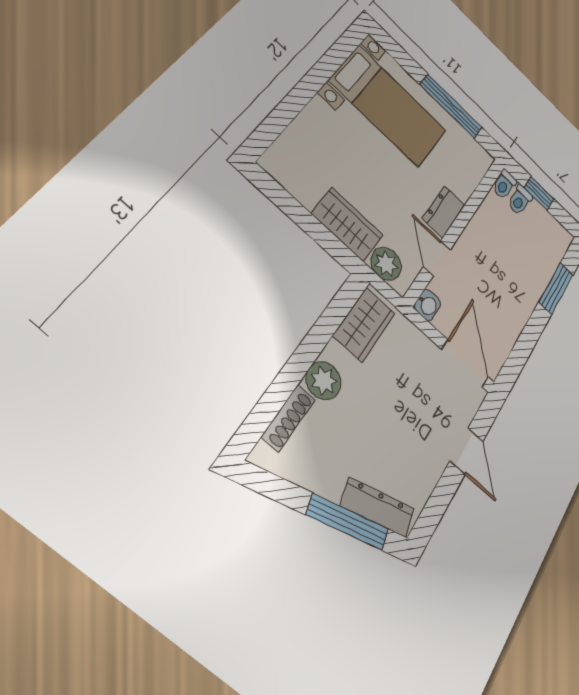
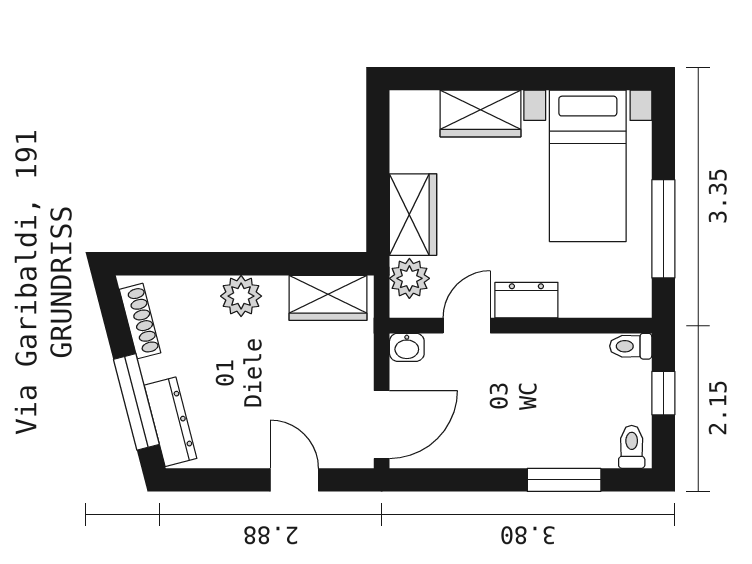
wardrobe: (313, 128) -> (480, 114), added
toilet: (520, 200) -> (632, 447), moved, turned 90
shoe rack: (288, 418) -> (140, 321), moved, turned -105
door: (467, 451) -> (294, 480), swing flipped

